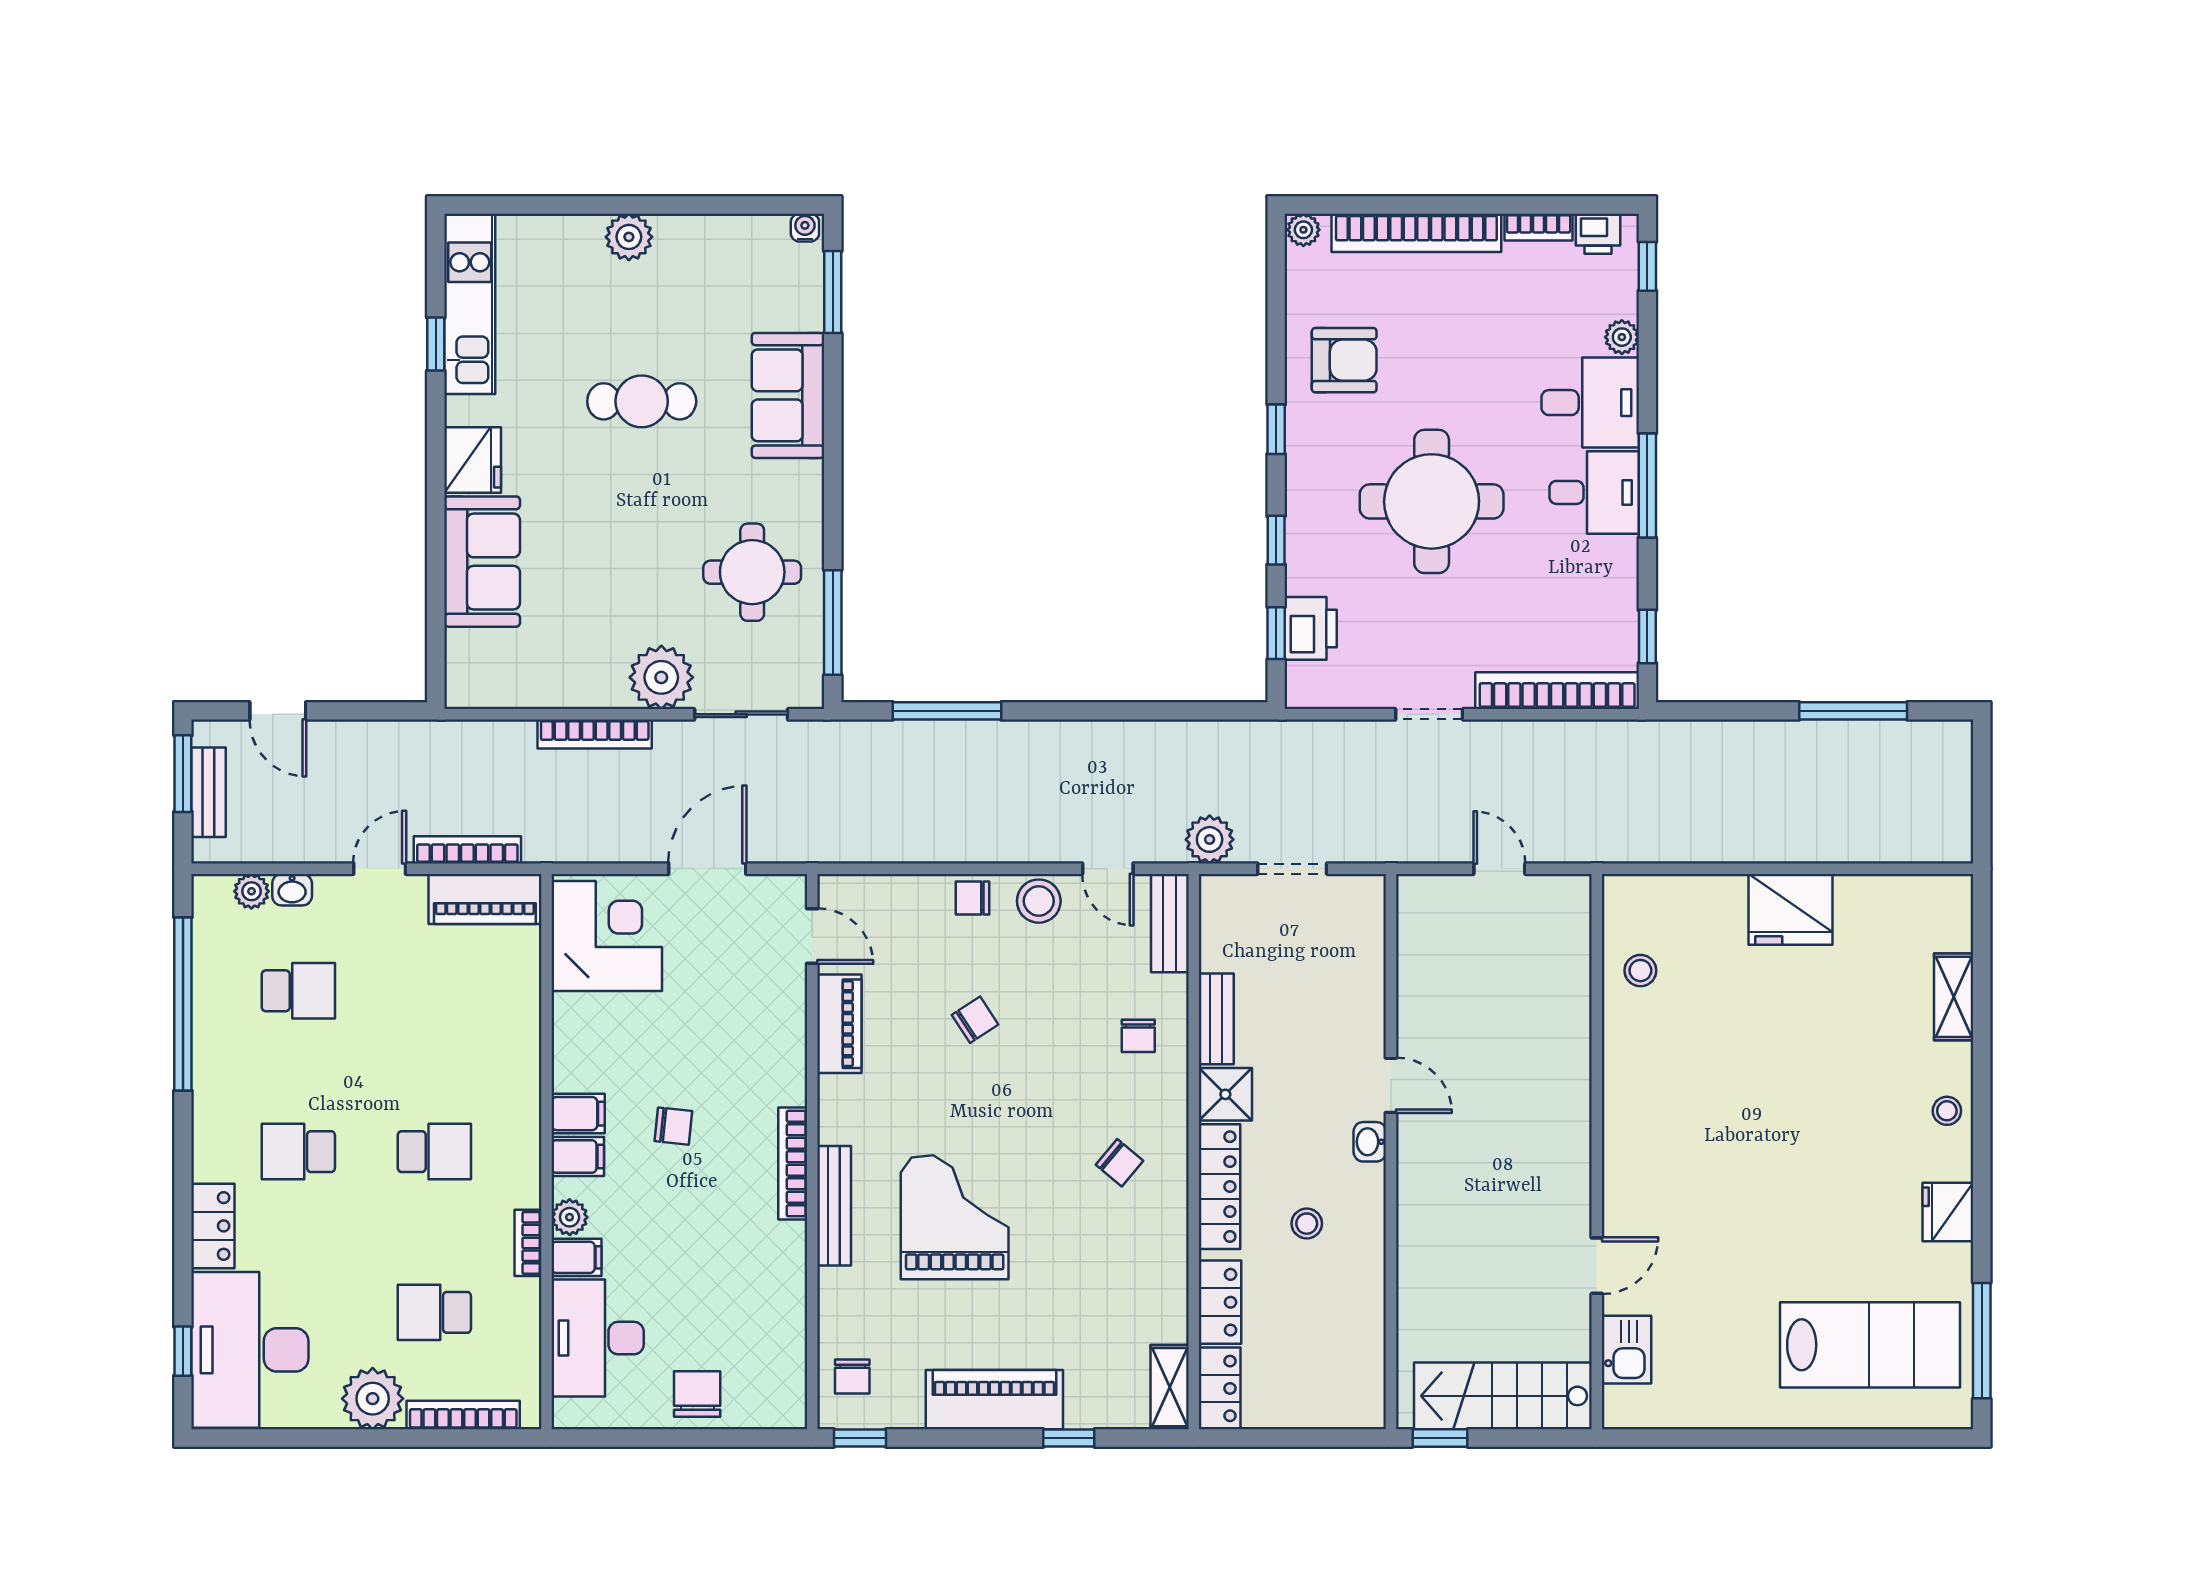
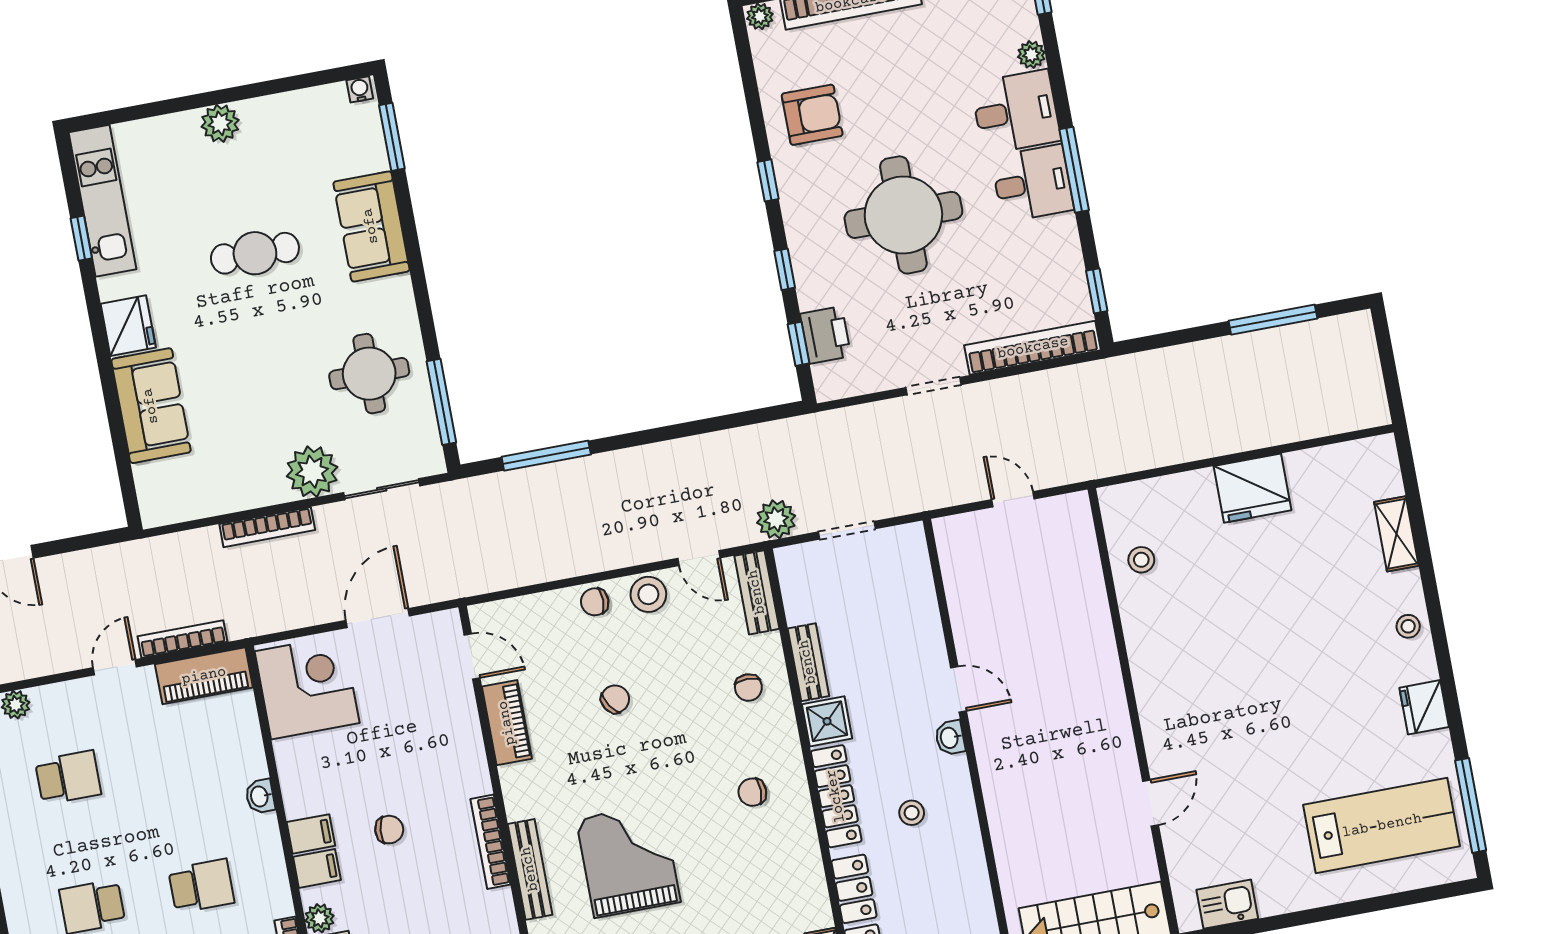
washbasin: (292, 890) -> (260, 796), moved, turned 90
chair: (1119, 1163) -> (752, 792), turned 140
kitchen sink: (1627, 1350) -> (1227, 904), moved, turned -90

